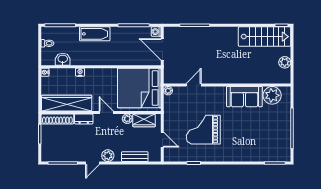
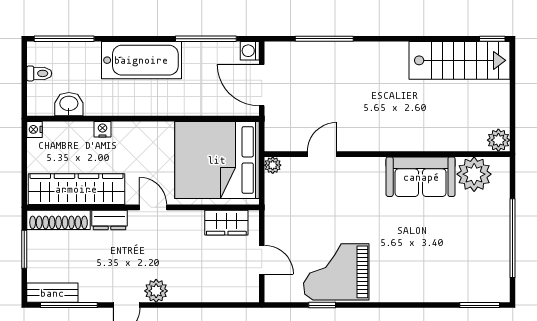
bathtub: (95, 34) -> (141, 60), width x1.36, depth x1.36
plant: (285, 62) -> (498, 140), moved
plant: (127, 119) -> (194, 219), removed
grand piano: (203, 130) -> (336, 272), moved
bench: (135, 157) -> (52, 293), moved

